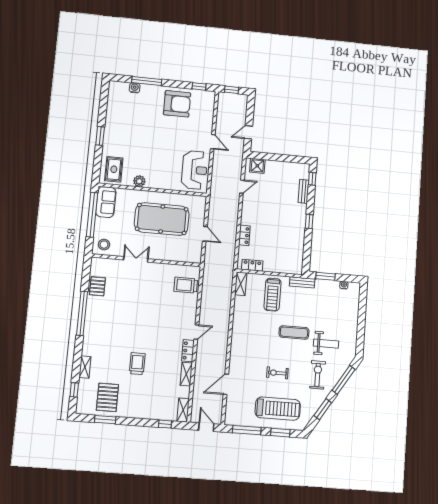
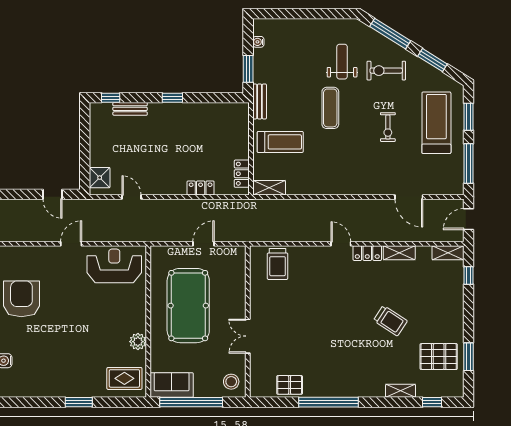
trolley: (137, 364) -> (390, 321), turned -147

